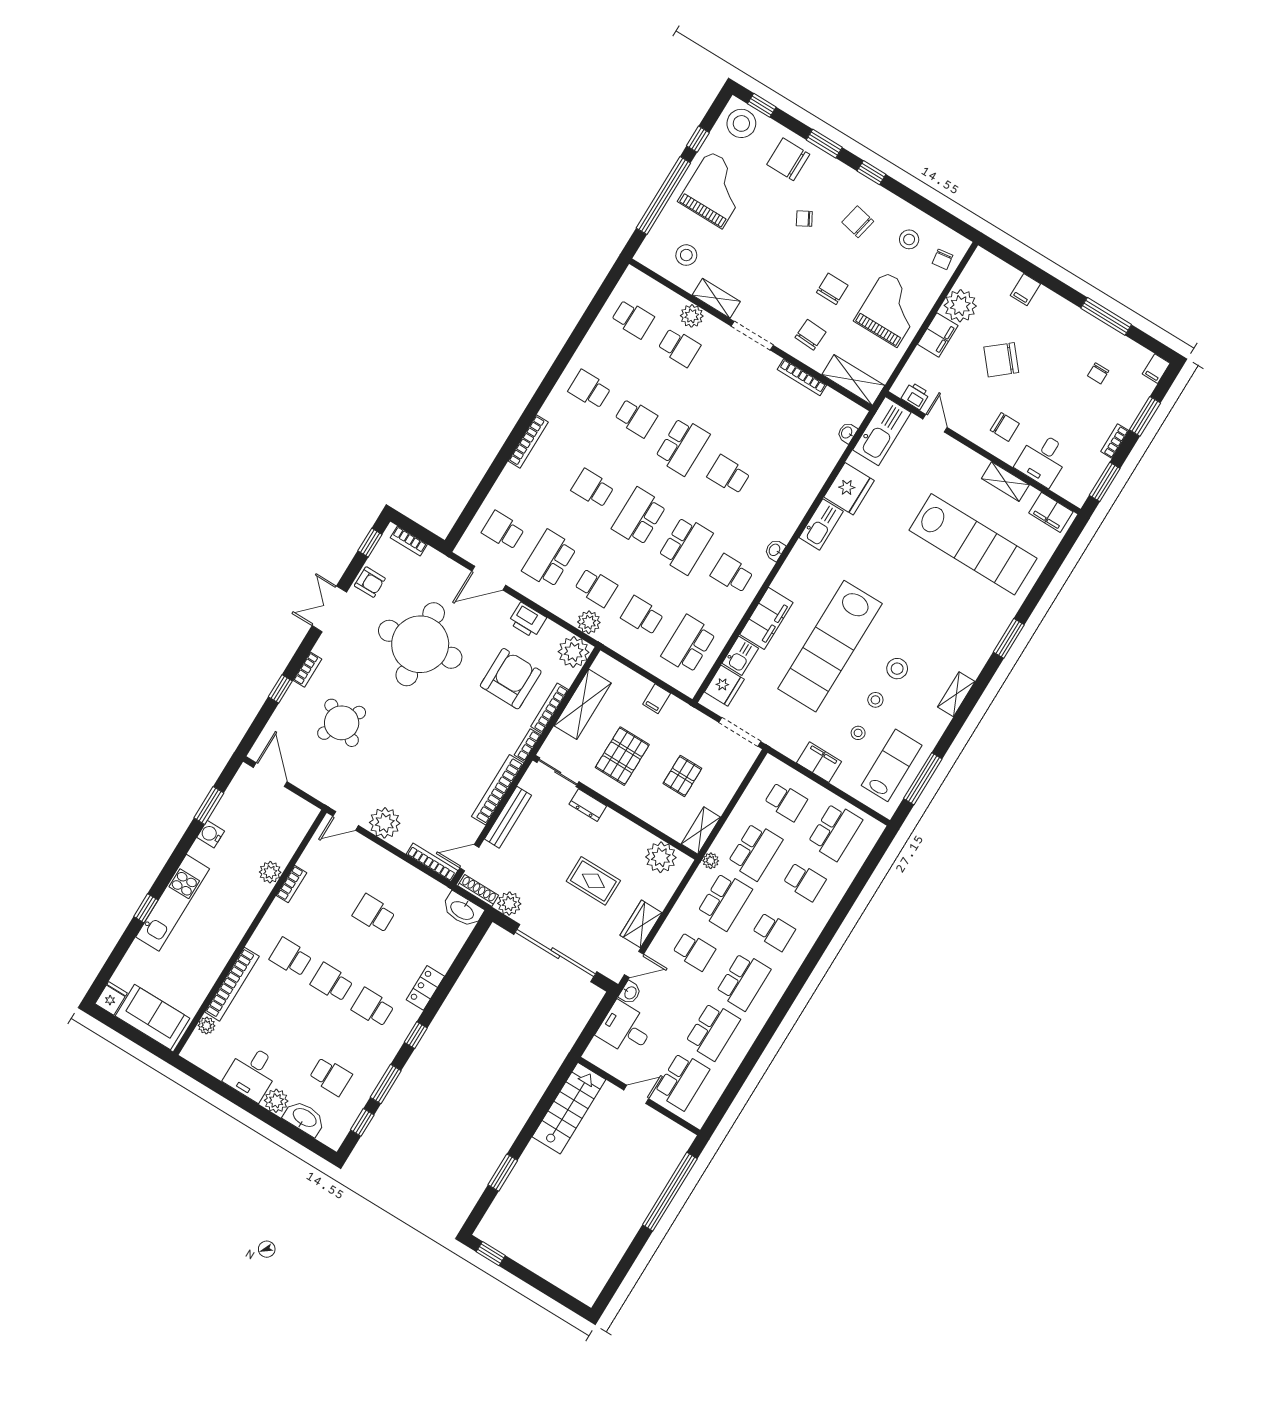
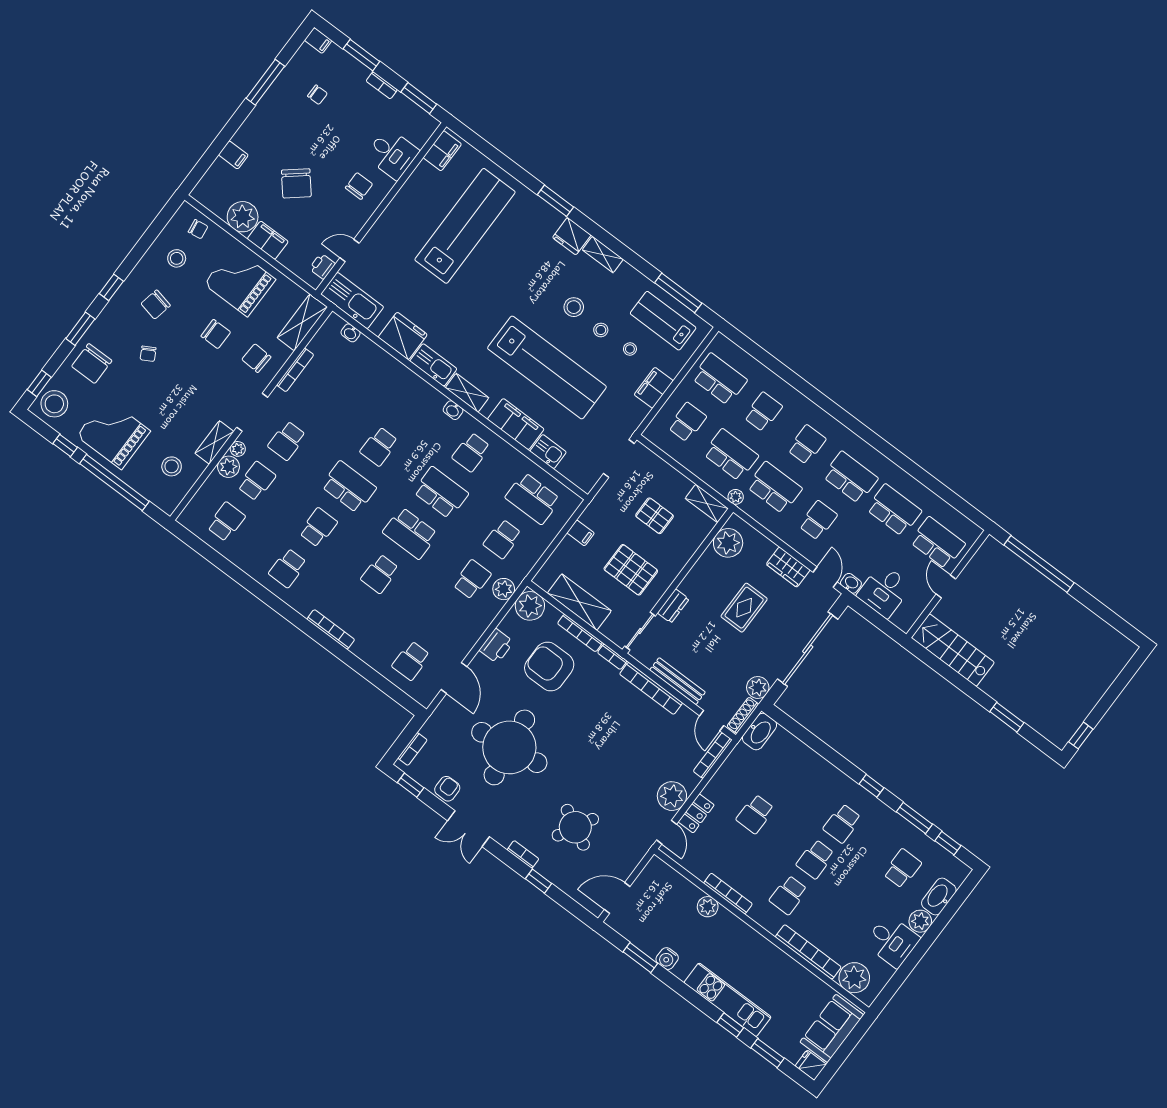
chair: (832, 289) -> (216, 334), turned 180
plant: (712, 324) -> (238, 449), added
shelving: (1005, 482) -> (467, 393), moved, turned 90
school desk: (549, 559) -> (287, 441), moved, width x0.54
fridge: (724, 686) -> (572, 236), moved, turned 180
bookcase: (291, 884) -> (728, 894), width x1.56
window: (120, 951) -> (767, 1053), added
locker: (425, 988) -> (696, 813), moved, turned -90
plant: (207, 1026) -> (854, 978), width x1.88, depth x1.88

